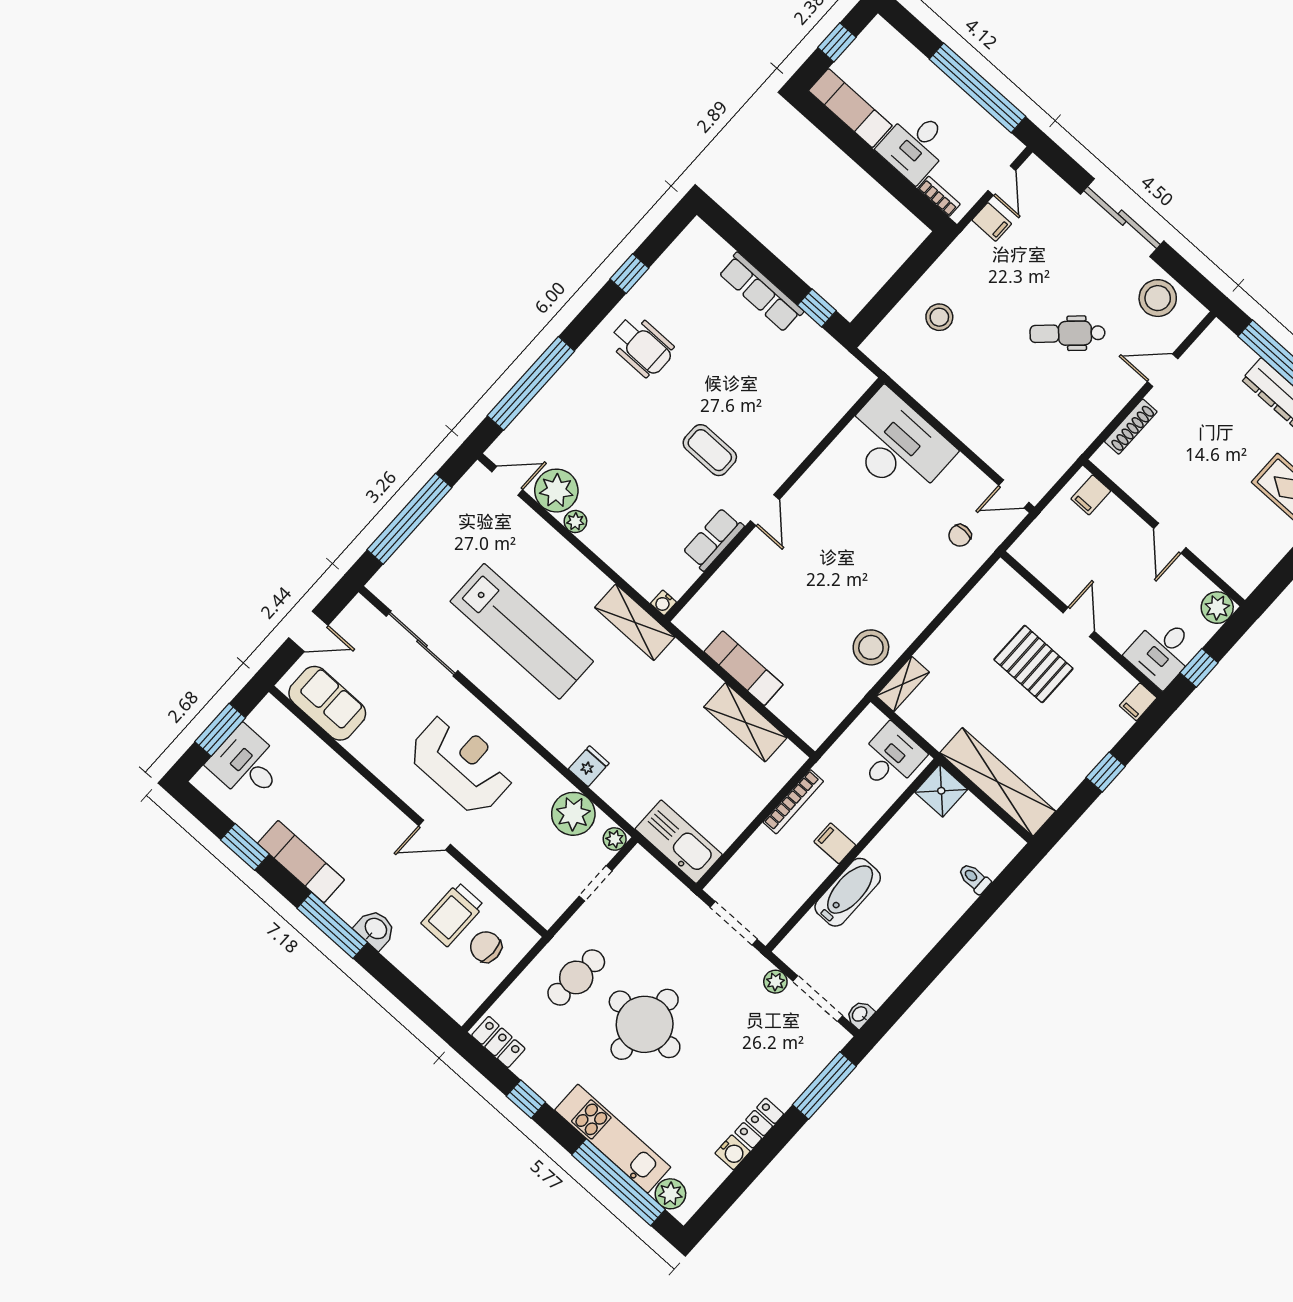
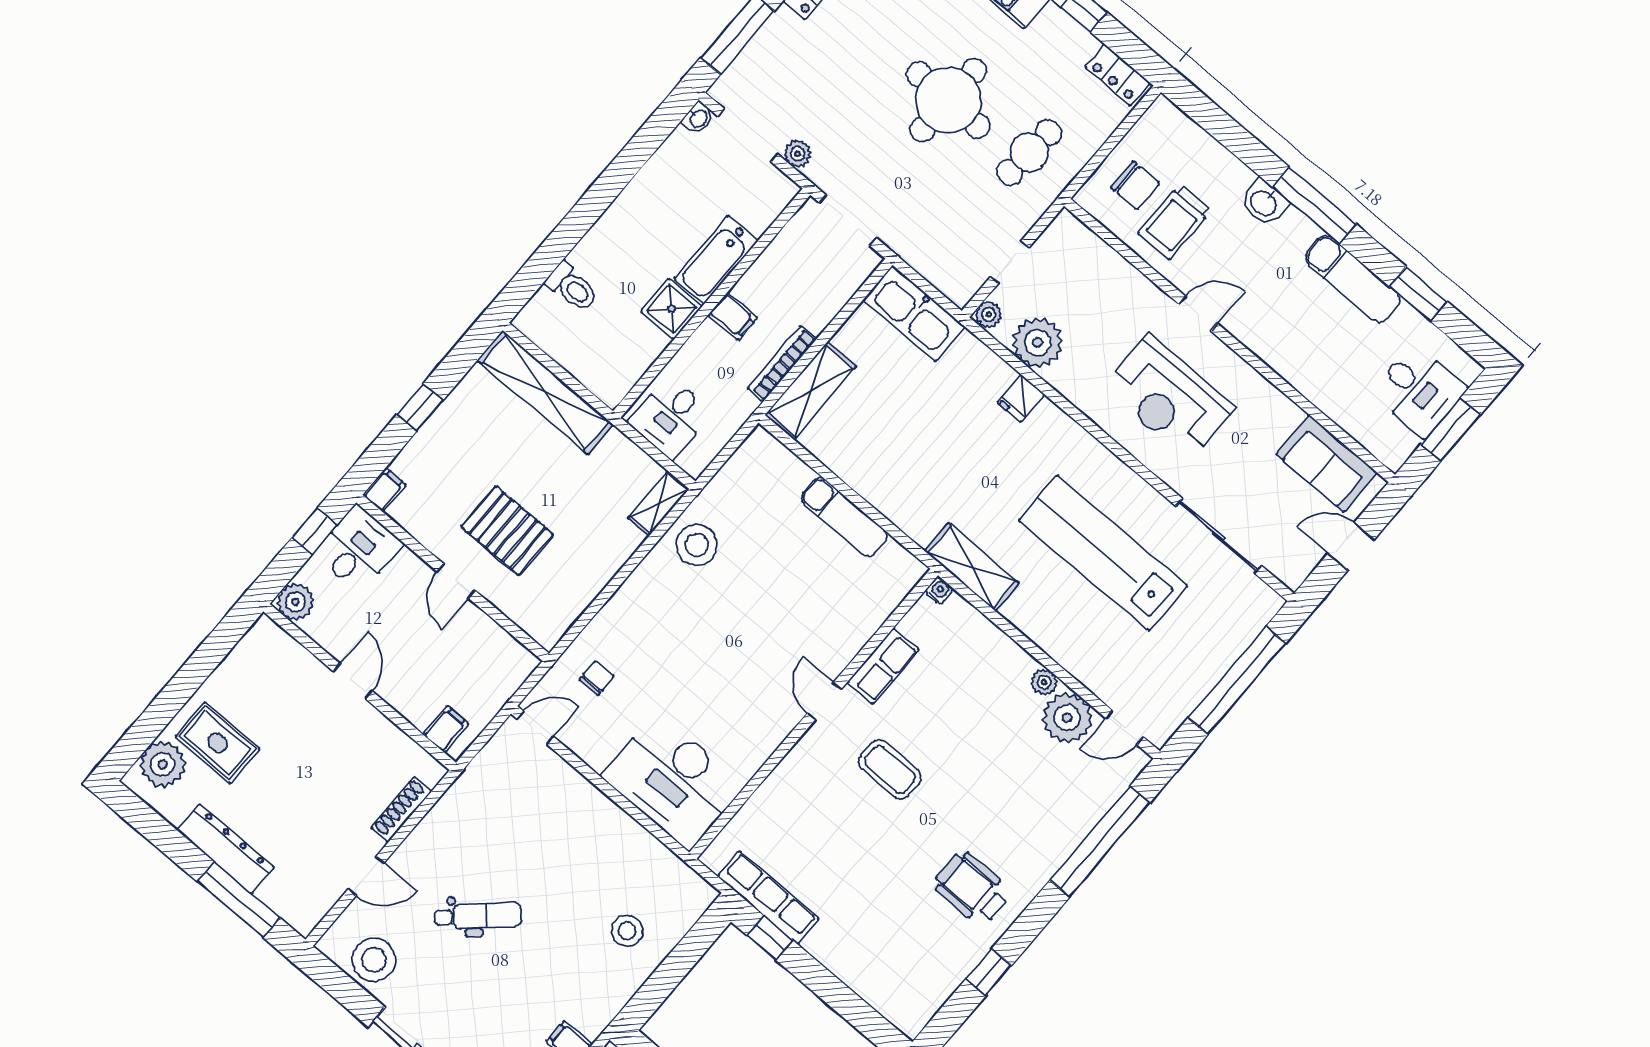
row of seats: (761, 292) -> (768, 897), moved
shelving: (745, 722) -> (811, 391), moved, turned 90
shower: (941, 791) -> (672, 309), moved
toilet: (974, 878) -> (572, 287), width x1.37, depth x1.39
trolley: (453, 914) -> (1175, 222), turned 180

